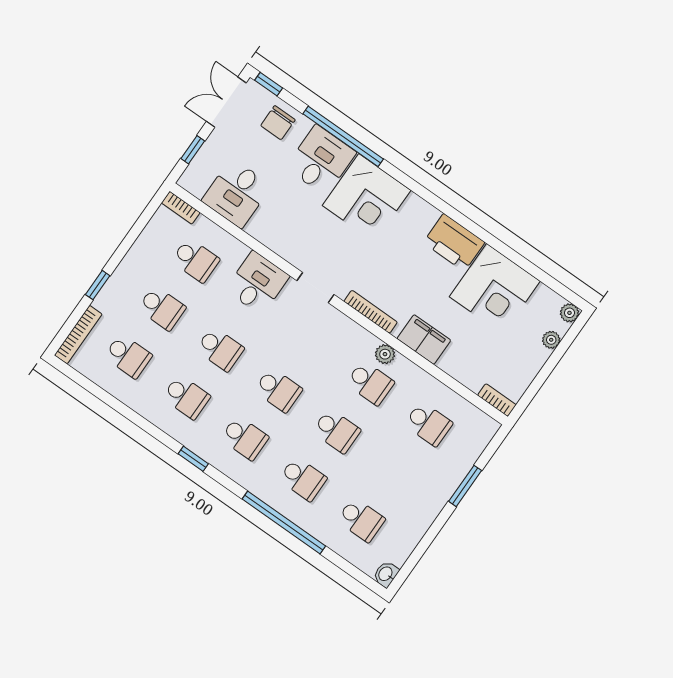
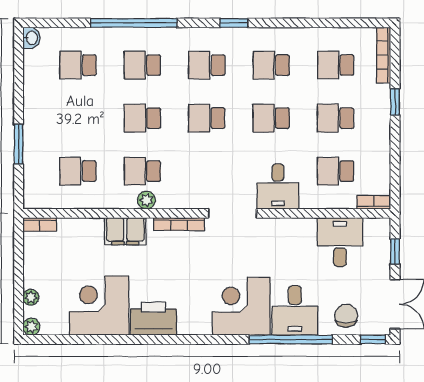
doorway: (316, 288) -> (232, 213), width x1.38

